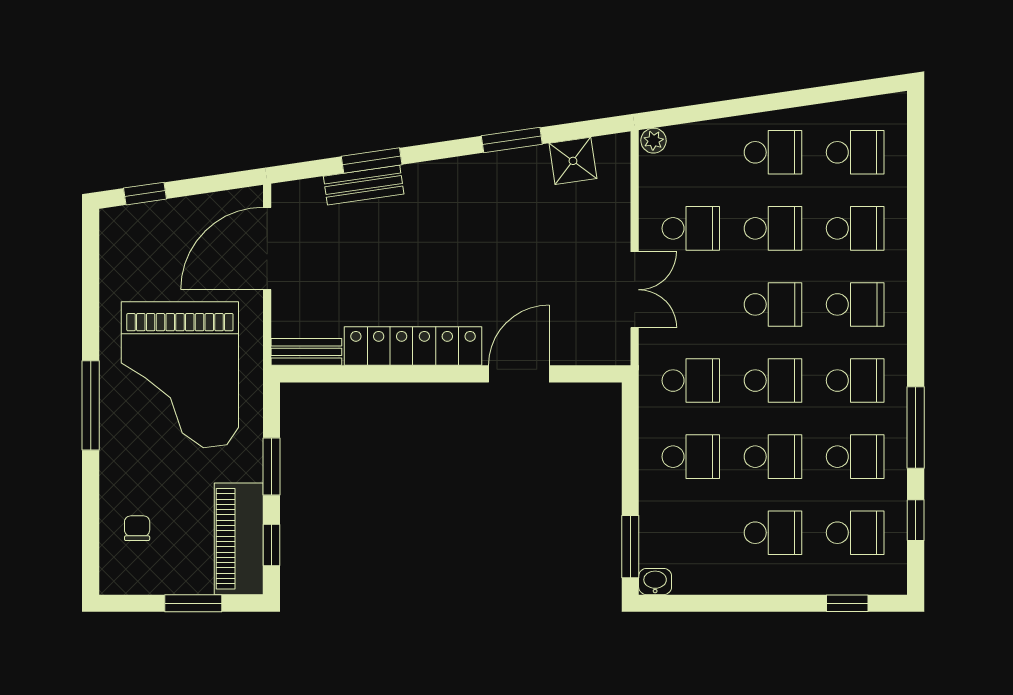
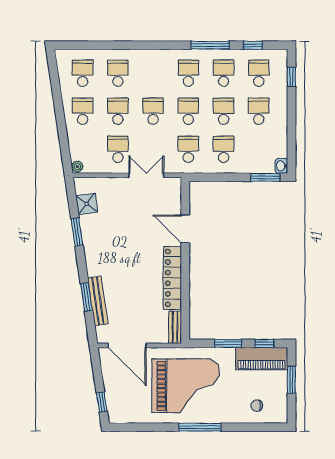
bench: (364, 185) -> (98, 301), width x1.36
school desk: (855, 304) -> (153, 73), removed

